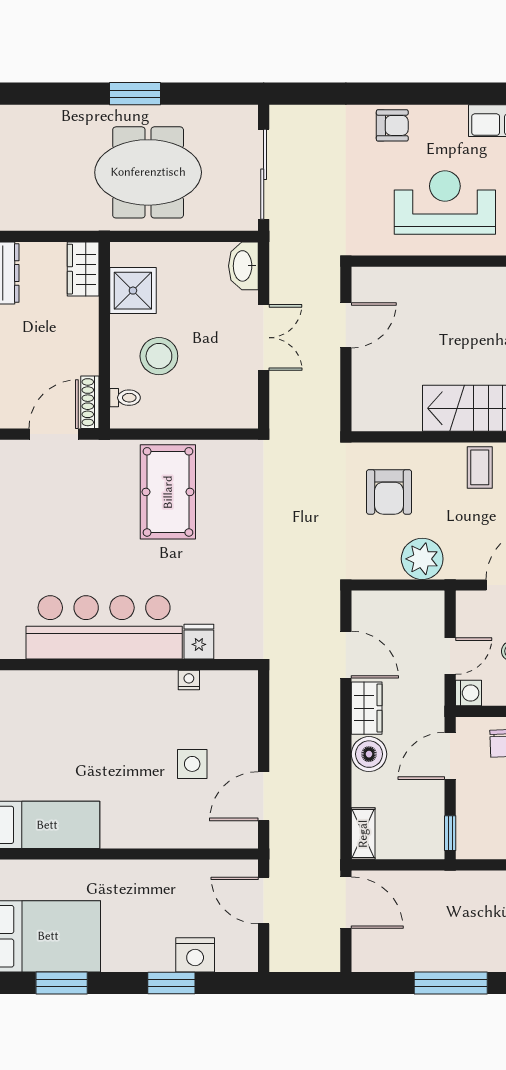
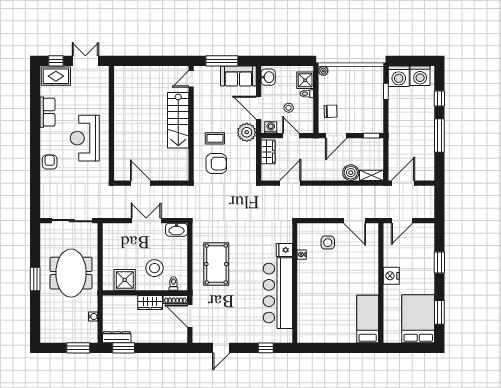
water cooler: (52, 221) -> (93, 317), added
washbasin: (243, 266) -> (177, 230), moved
wardrobe: (83, 269) -> (150, 303), moved
coffee table: (480, 467) -> (215, 138), moved
pool table: (168, 492) -> (216, 264), turned 90
plant: (422, 559) -> (247, 132), moved
washing machine: (469, 693) -> (271, 127), moved
wardrobe: (367, 708) -> (268, 152), moved, turned 90
boiler: (369, 754) -> (351, 173), moved
door: (450, 756) -> (336, 136), hinge flipped
side table: (192, 764) -> (328, 243), moved
nightstand: (195, 955) -> (391, 276), moved, turned 180

